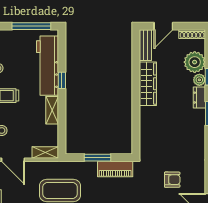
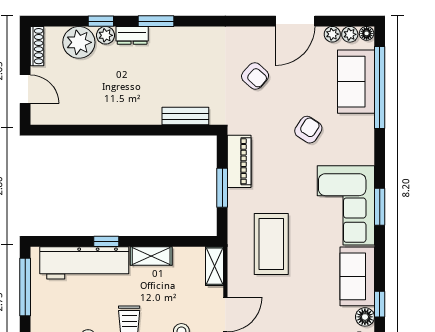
bench: (145, 45) -> (185, 116), moved
wardrobe: (148, 84) -> (111, 112), removed
armchair: (172, 180) -> (255, 76), turned 132

